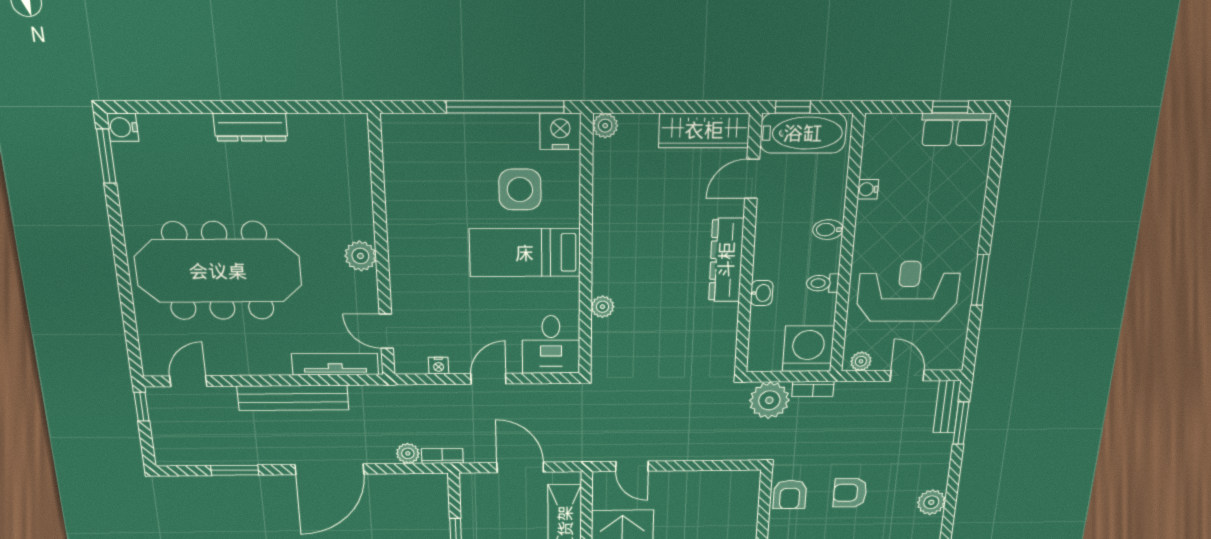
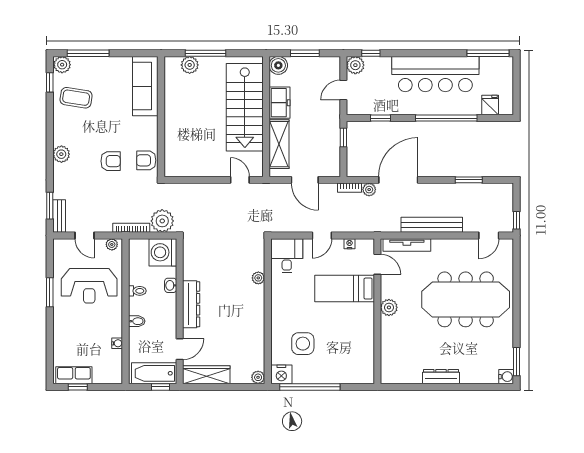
bed: (525, 253) -> (345, 289), moved, turned 180
washing machine: (808, 349) -> (163, 252), moved, turned 90
bookcase: (813, 389) -> (131, 228), width x1.56
door: (329, 469) -> (398, 180), moved
armchair: (790, 494) -> (146, 160), turned -90

